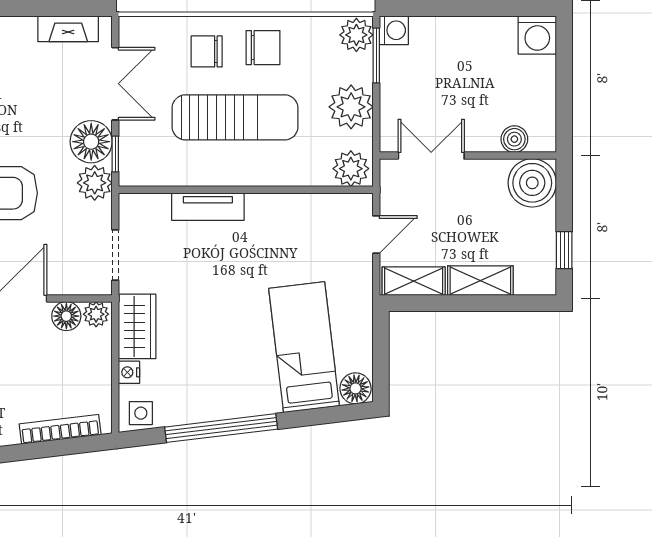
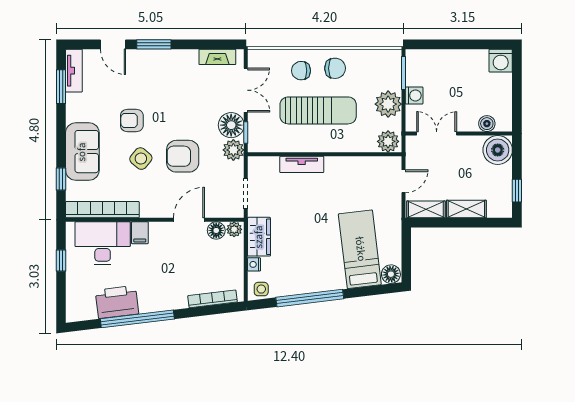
washing machine: (394, 30) -> (414, 96), moved
plant: (356, 35) -> (391, 61), removed

